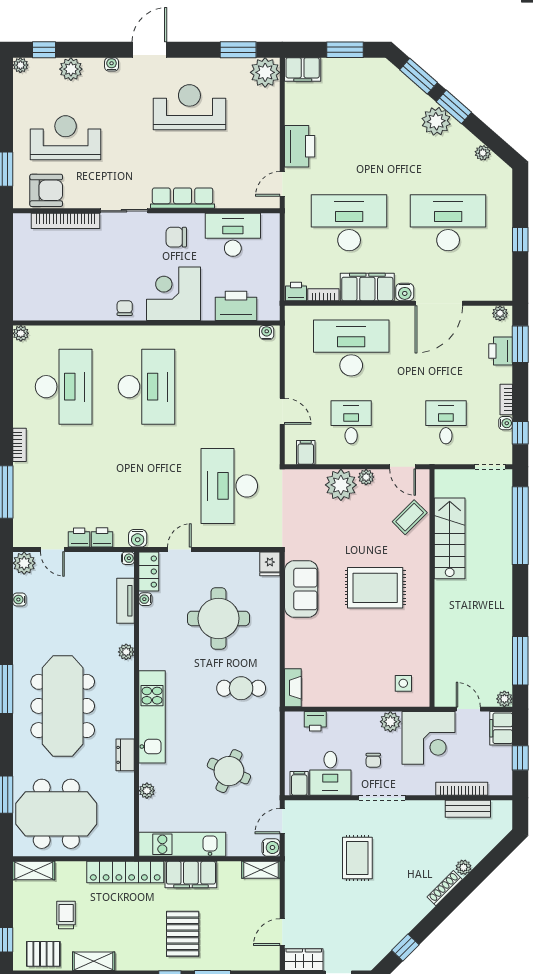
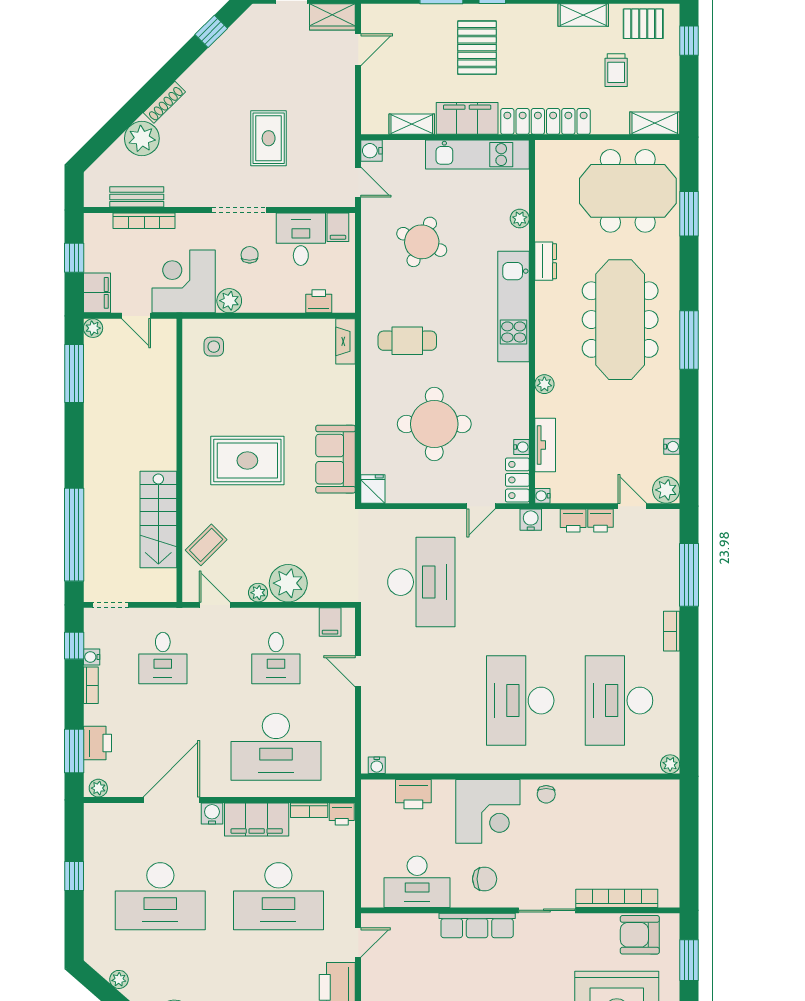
printer: (236, 306) -> (413, 794), width x0.73, depth x0.84
door: (282, 821) -> (358, 182), hinge flipped
plant: (463, 867) -> (142, 138), width x1.88, depth x1.88
shelving: (261, 870) -> (412, 124), moved

